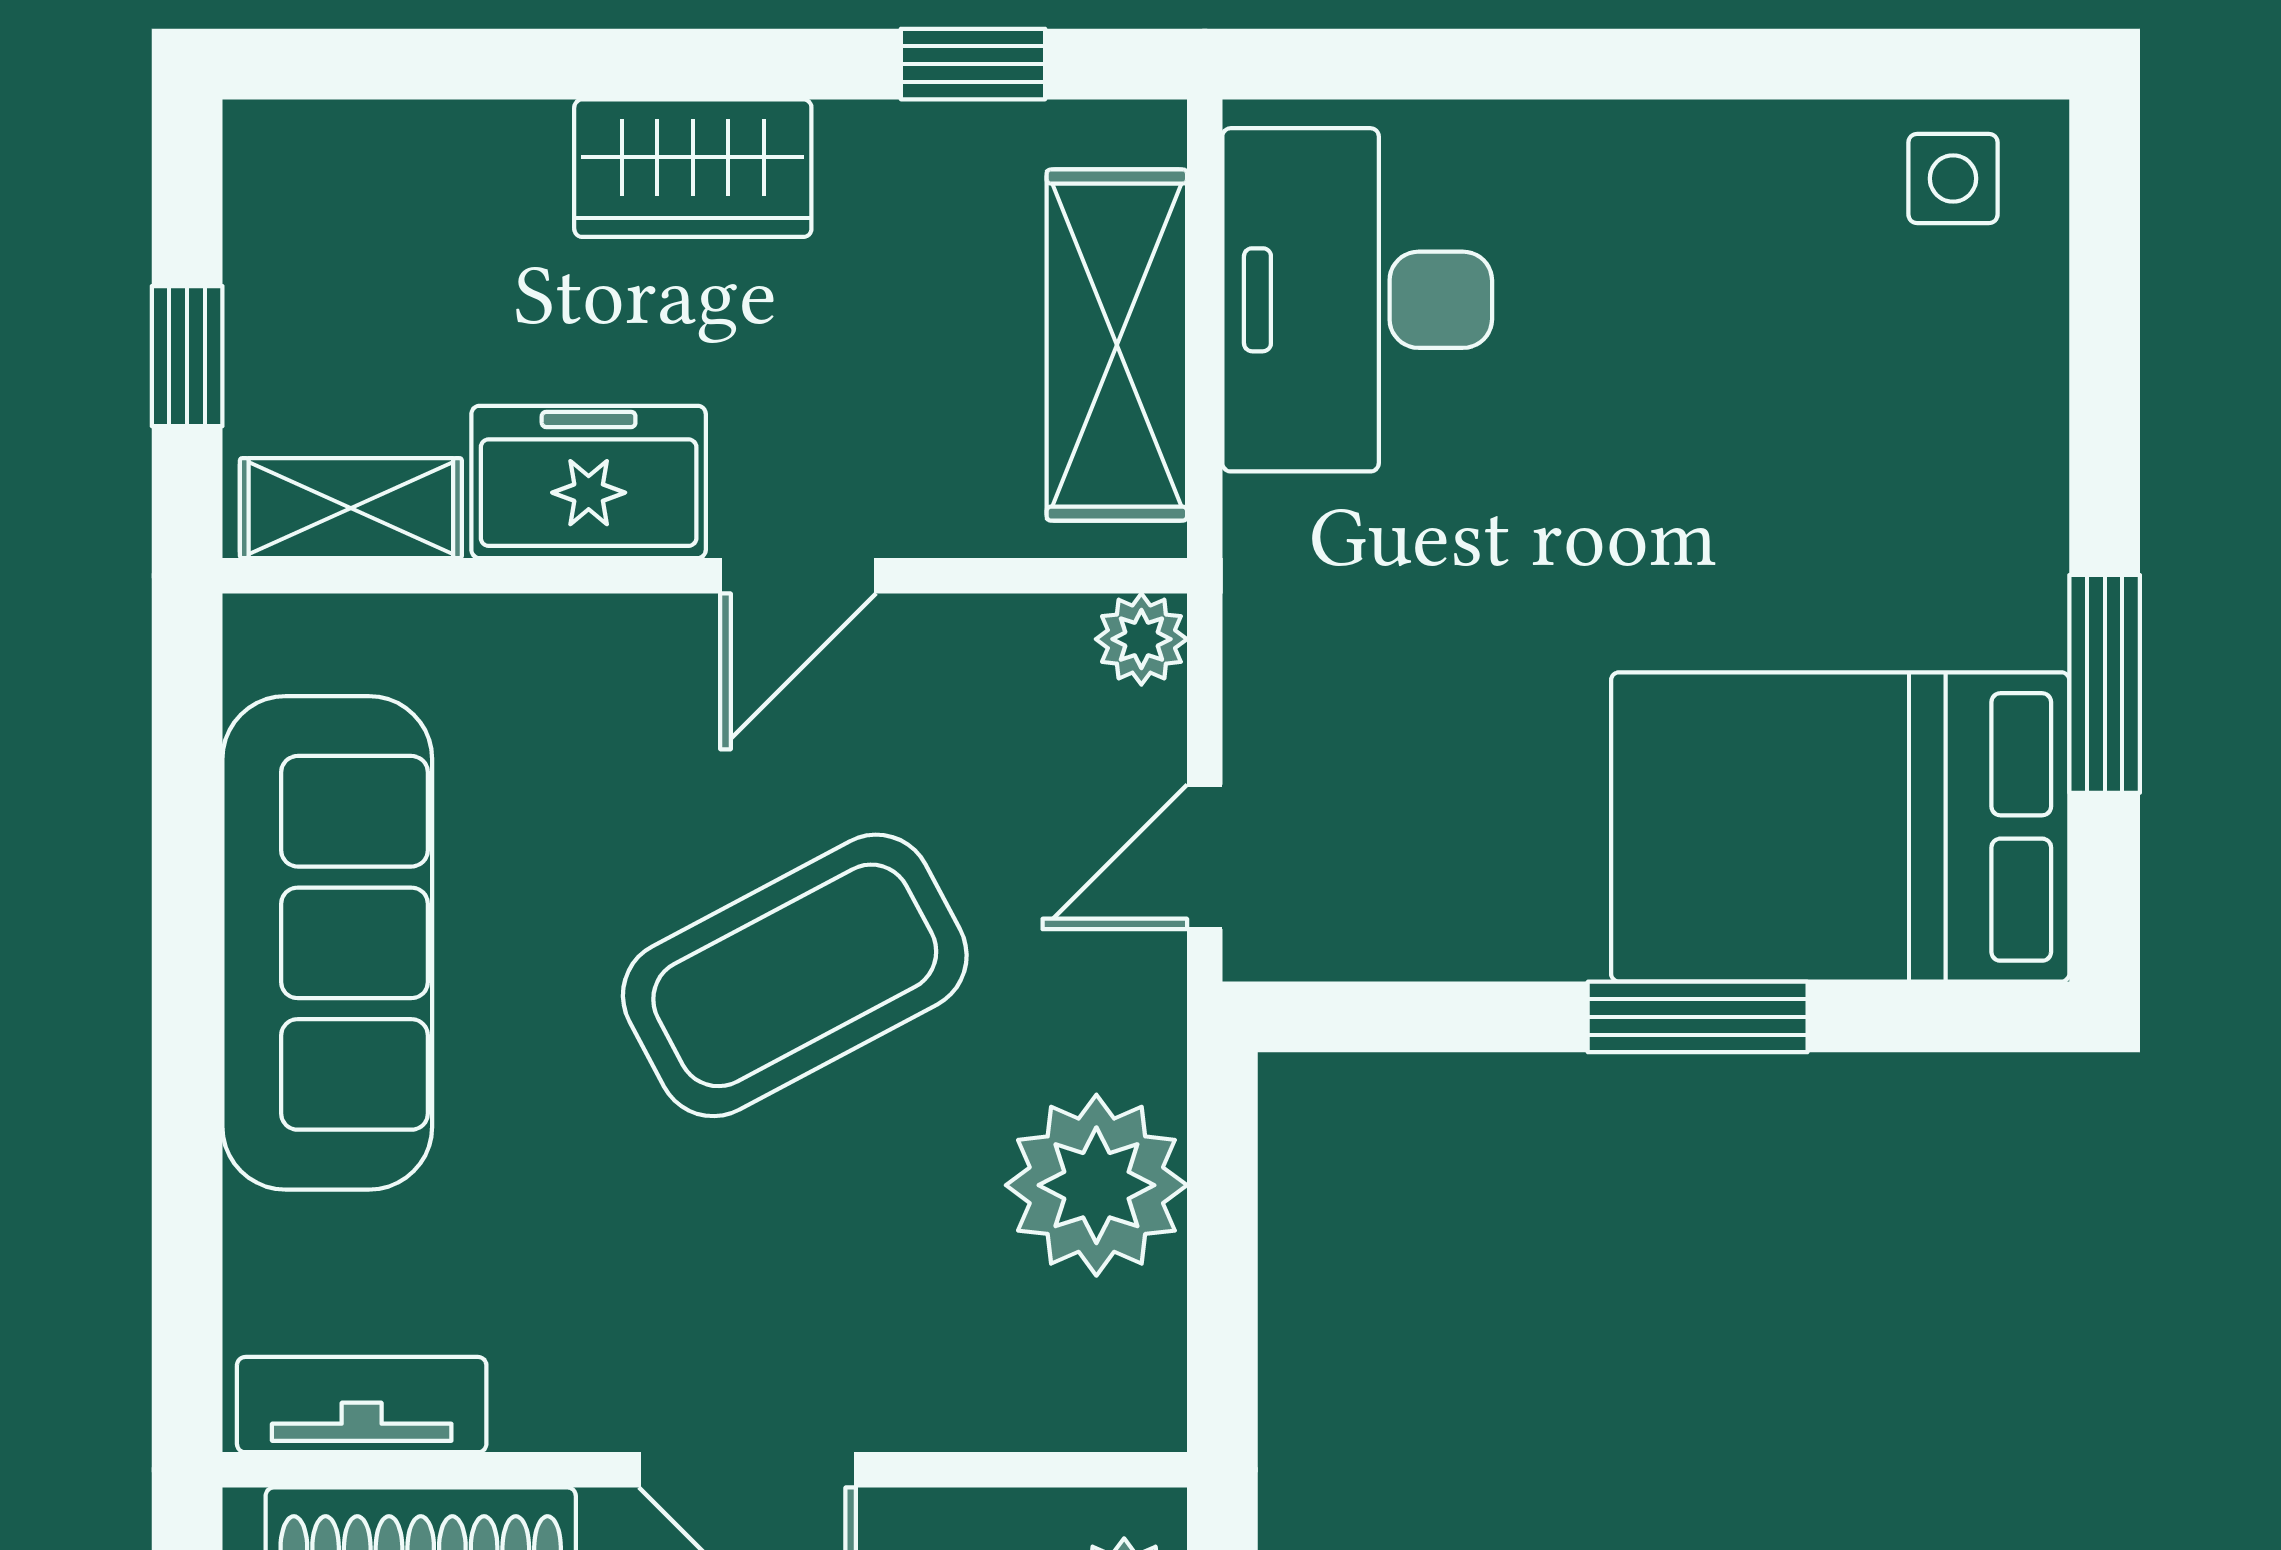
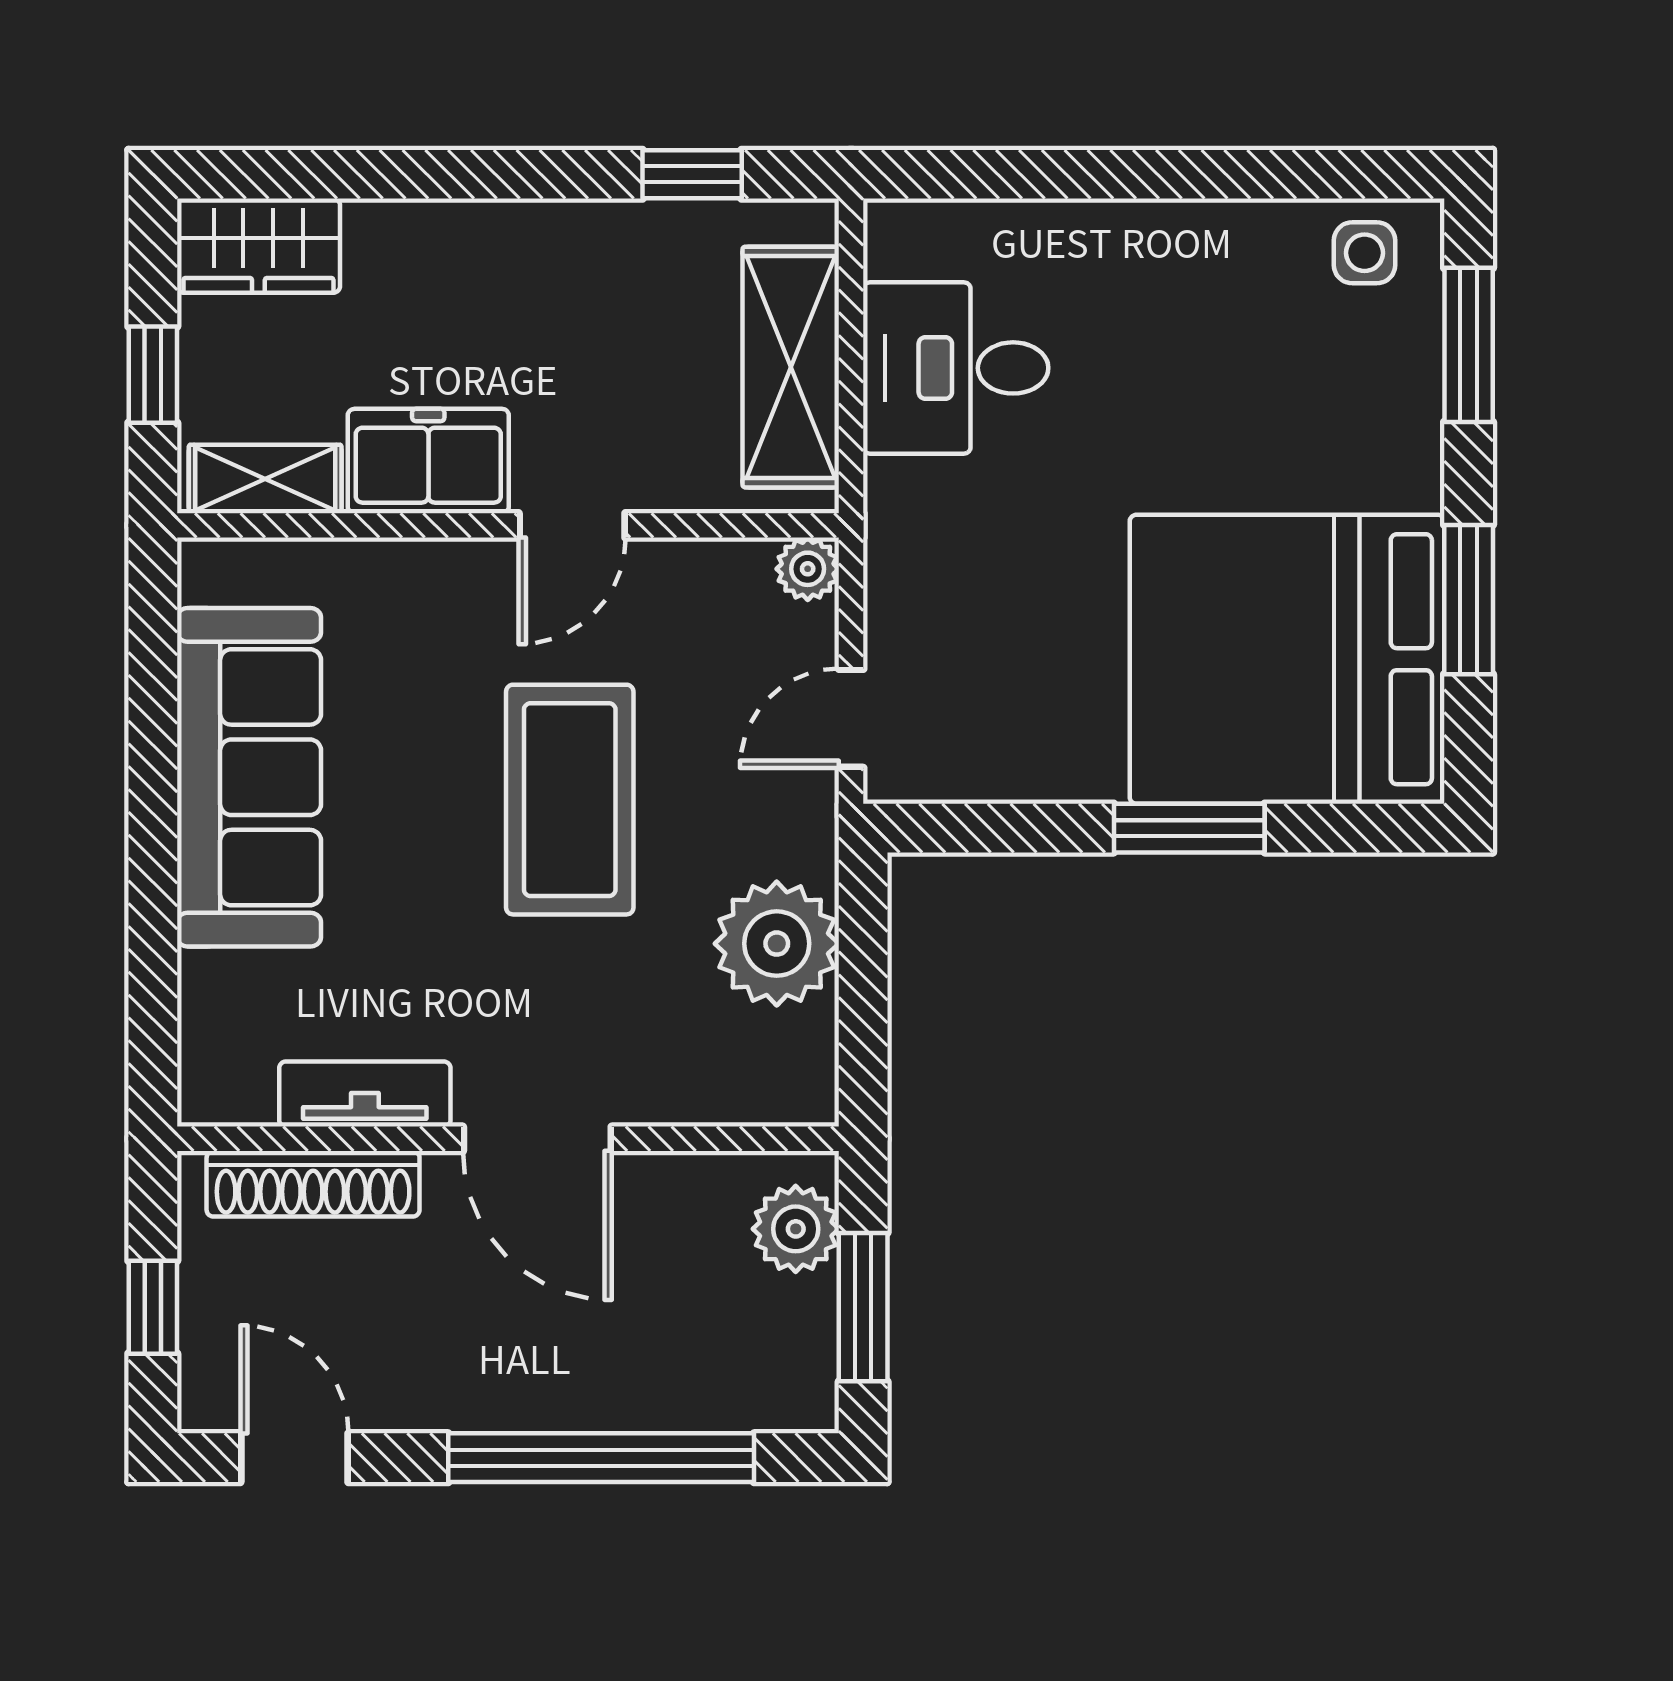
wardrobe: (693, 168) -> (258, 246), moved
desk: (1357, 300) -> (956, 368), width x0.73
window: (2105, 313) -> (1469, 345), added
bed: (1840, 827) -> (1287, 659), width x1.36
coffee table: (795, 975) -> (570, 800), turned -62
tv unit: (362, 1405) -> (365, 1094), moved

